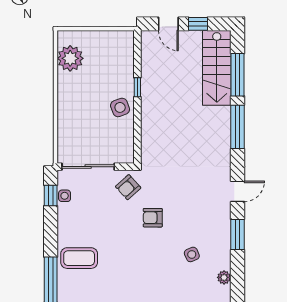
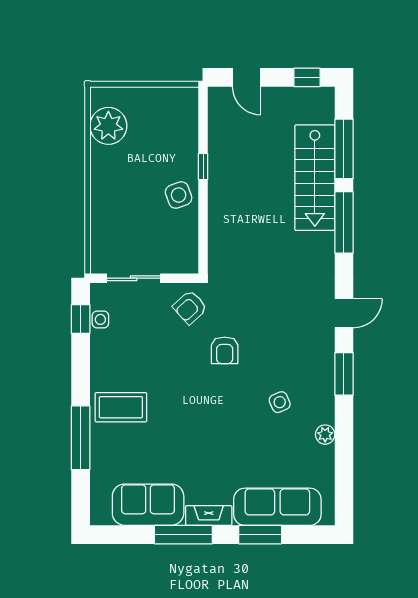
window: (198, 24) -> (307, 77), moved
stairs: (217, 68) -> (315, 178), moved
sliding door: (88, 167) -> (134, 278), width x0.73
armchair: (153, 218) -> (225, 350), turned -90

